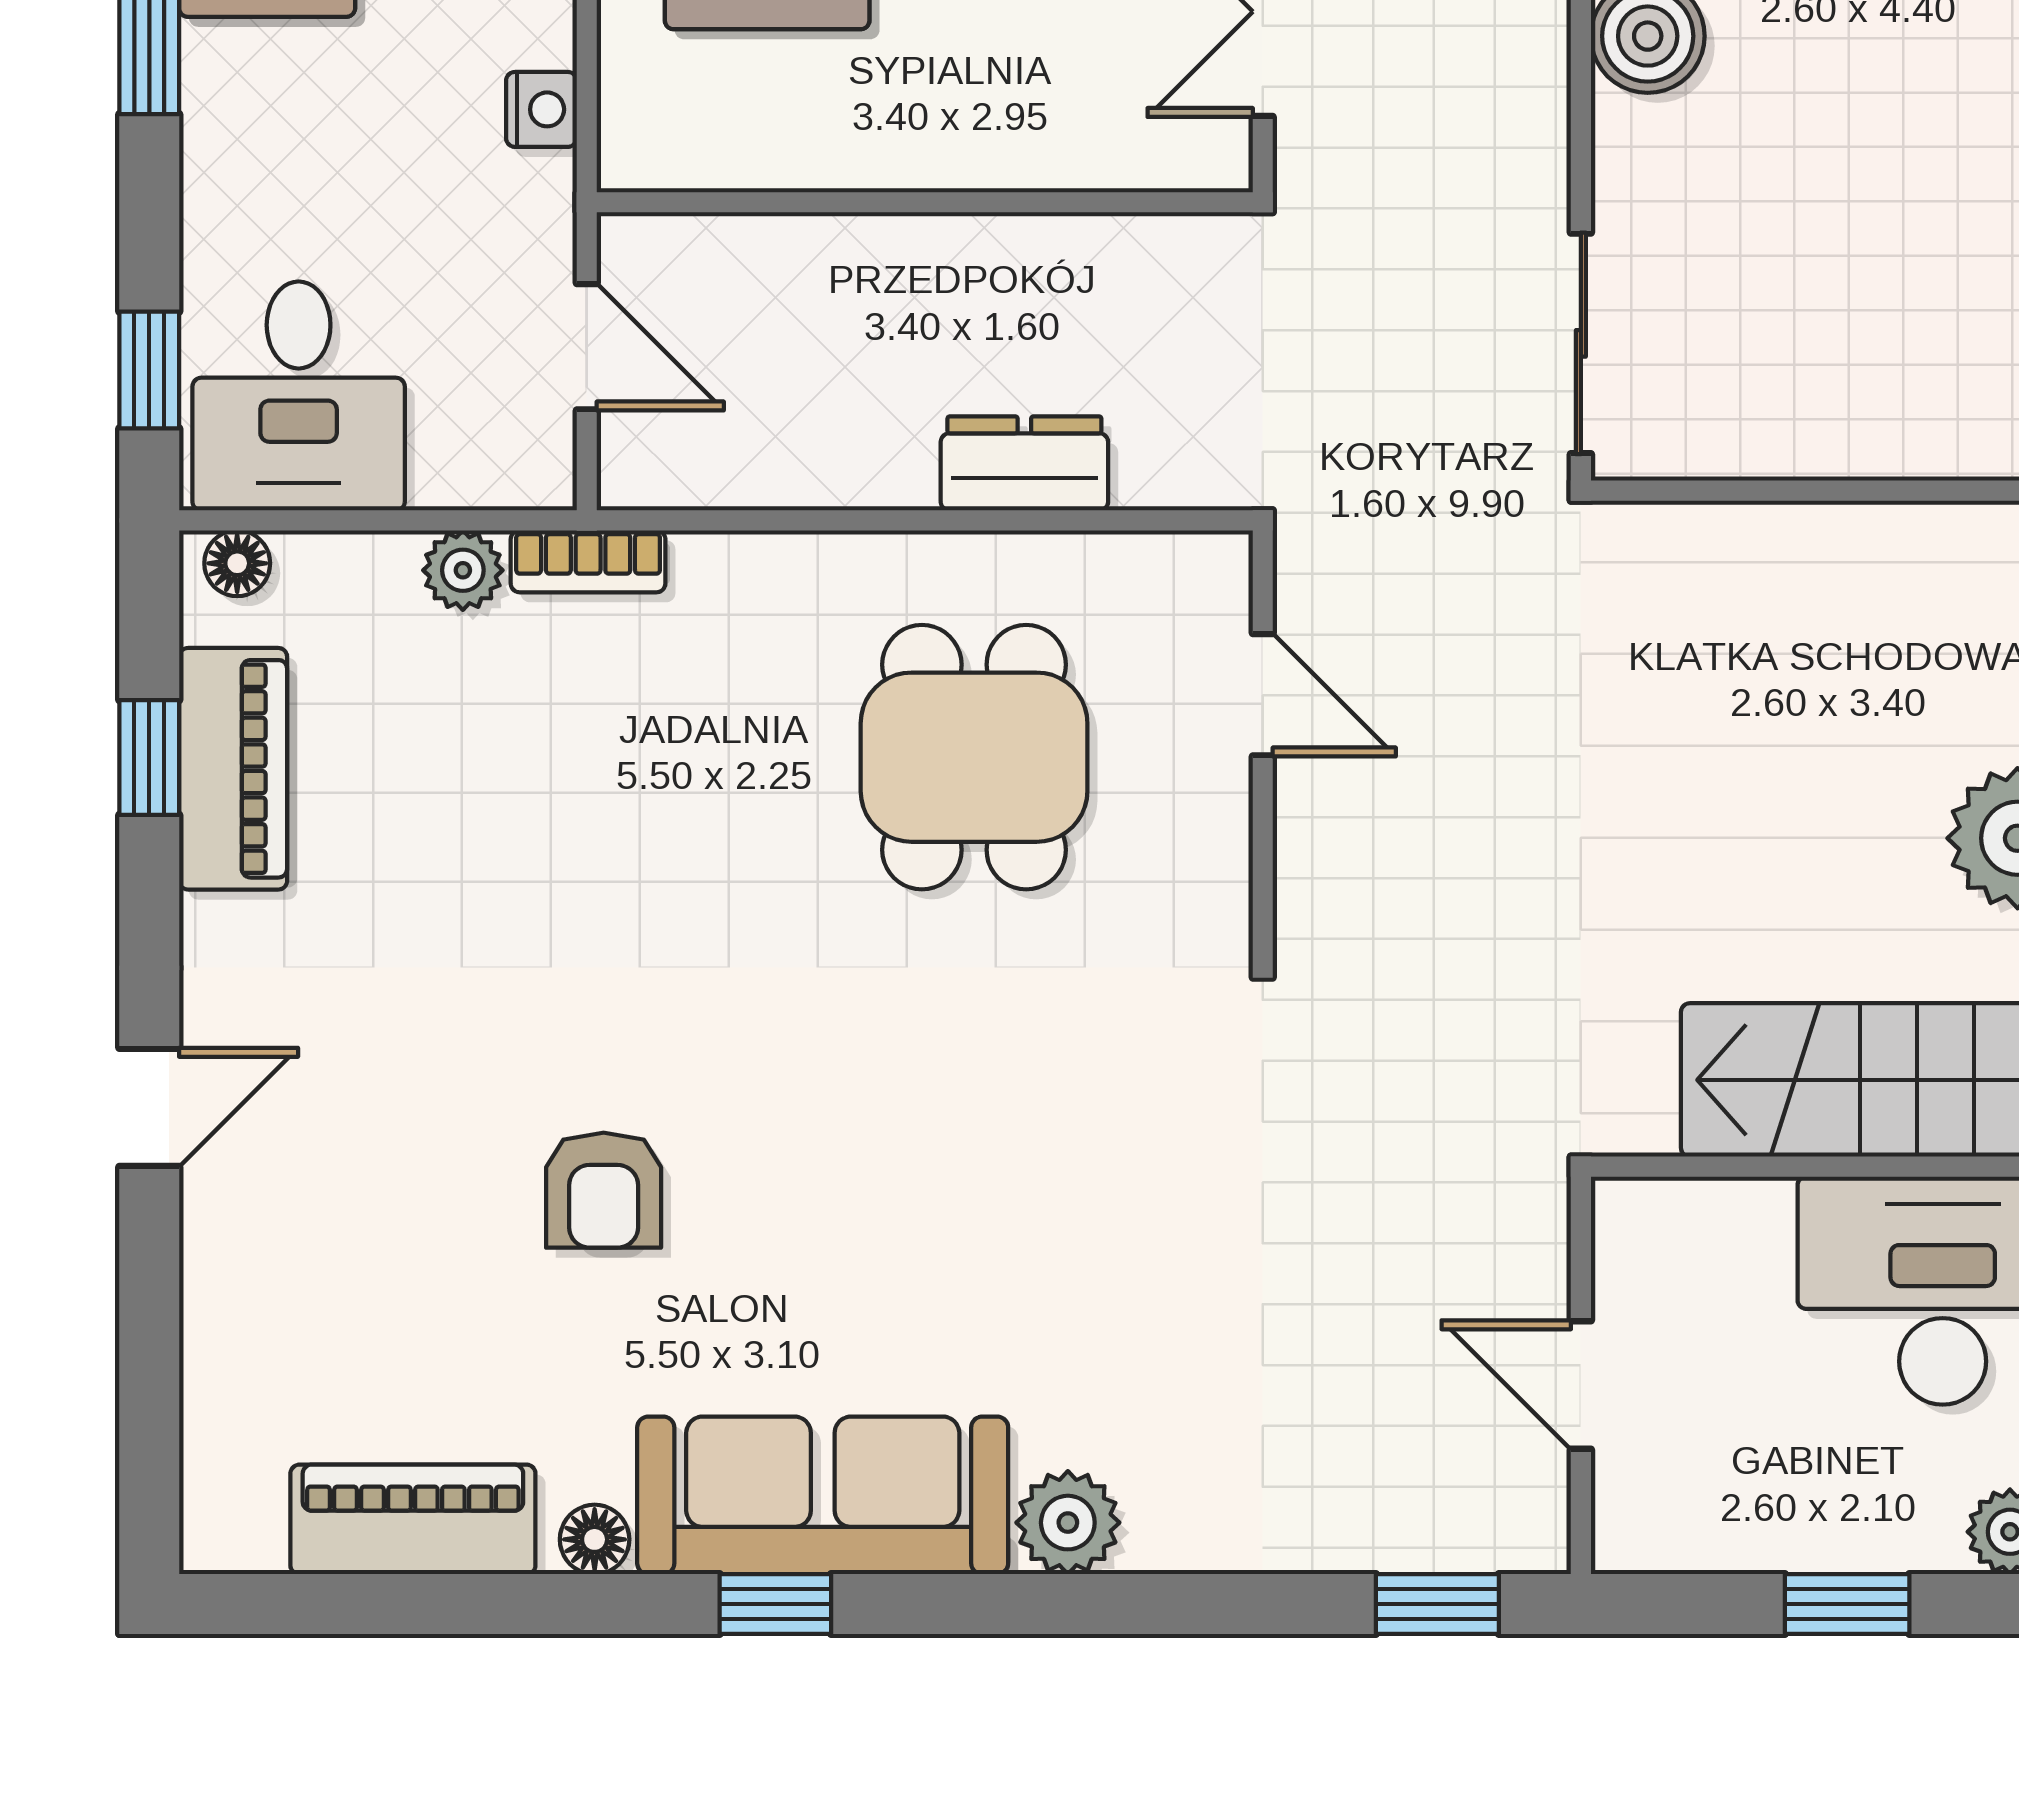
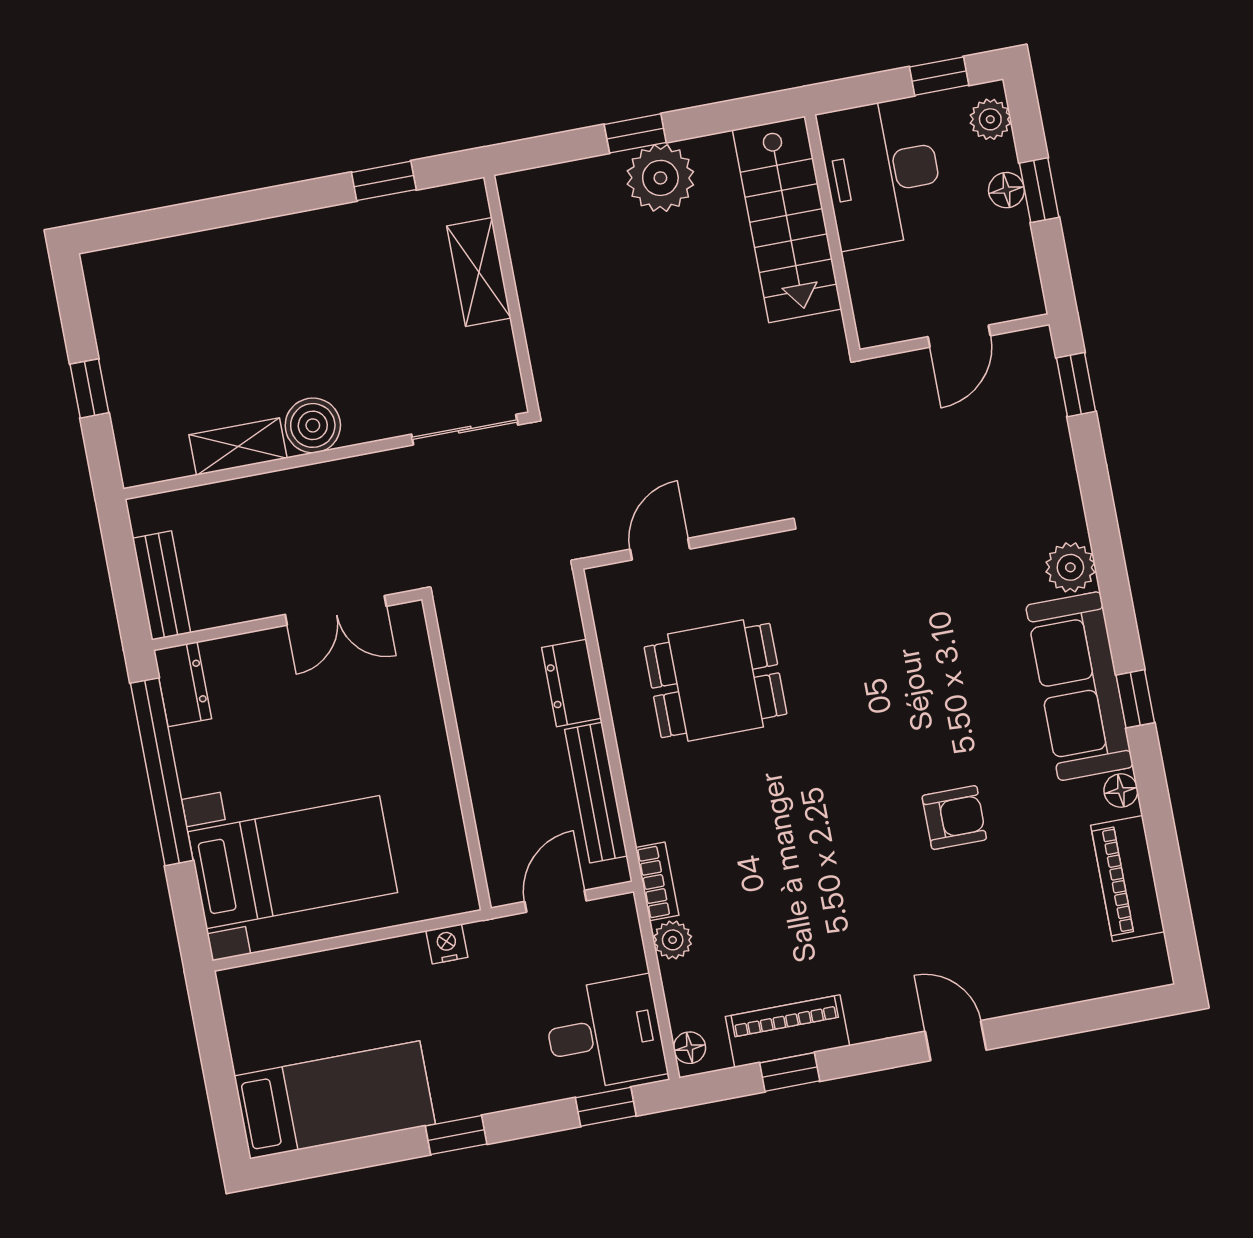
shelving: (1896, 433) -> (479, 272), added
bench: (792, 471) -> (596, 793), added
floor lamp: (1860, 1537) -> (1006, 190), added

